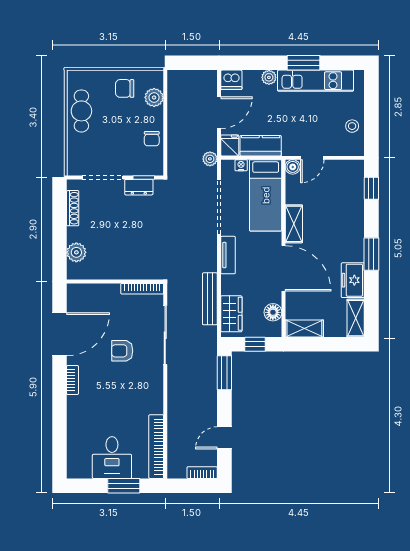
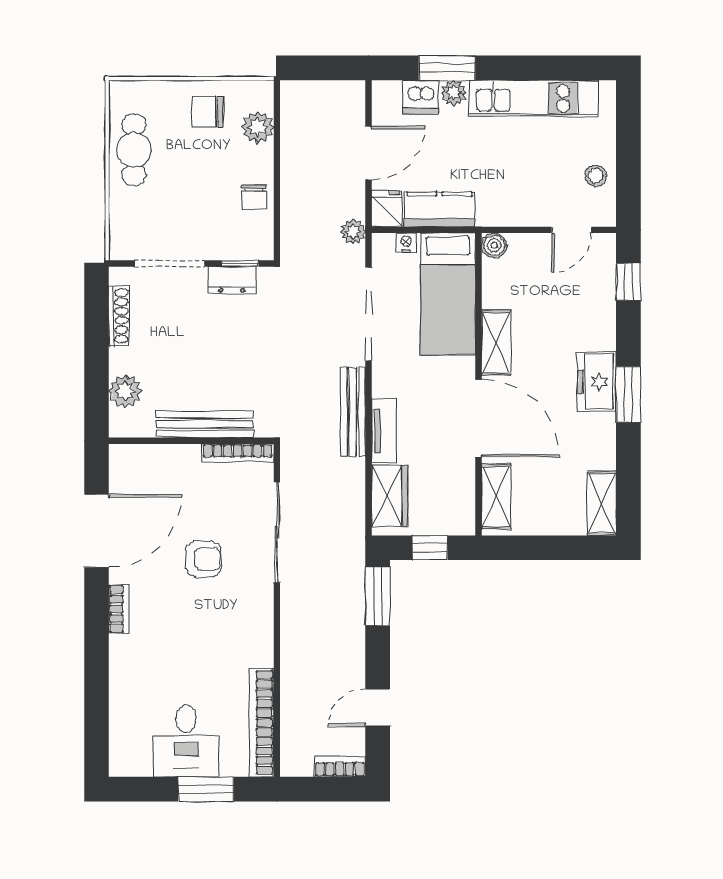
window: (303, 63) -> (447, 68), moved
dishwasher: (231, 80) -> (421, 97), moved
door: (312, 158) -> (572, 230), moved
tv unit: (228, 255) -> (384, 430), moved
bench: (123, 272) -> (205, 424), added
freezer: (353, 280) -> (597, 382), moved
bench: (210, 299) -> (353, 412), moved
floor lamp: (273, 312) -> (461, 493), removed
shelving: (304, 328) -> (496, 497), moved, turned 90
armchair: (122, 351) -> (203, 559), turned 180

